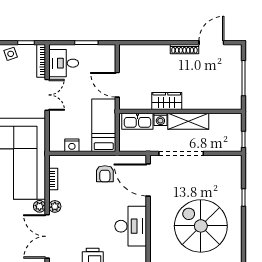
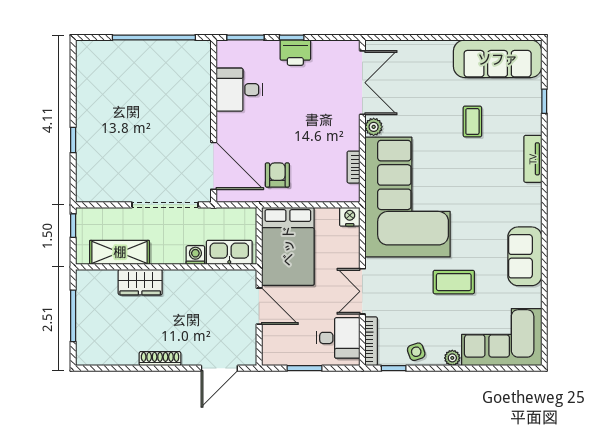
door: (211, 43) -> (219, 368), moved
wardrobe: (167, 101) -> (140, 282), moved
shelving: (188, 121) -> (120, 252), moved
bed: (104, 125) -> (288, 246), width x1.50
nightstand: (72, 145) -> (350, 217), moved
plant: (55, 206) -> (351, 127), removed
desk: (131, 226) -> (239, 90), width x0.73
spiral stairs: (201, 226) -> (136, 98), removed

